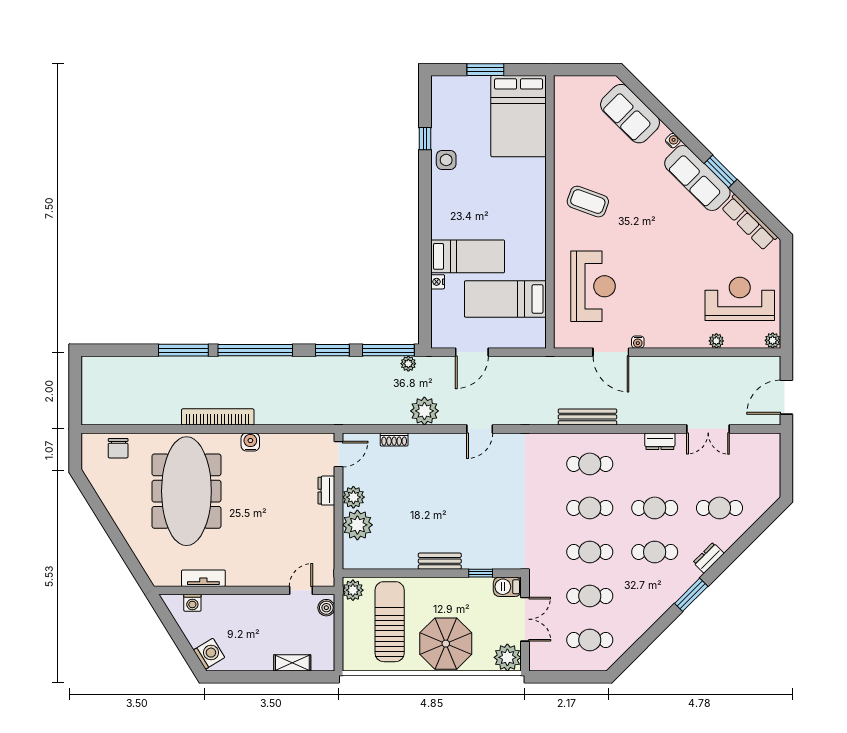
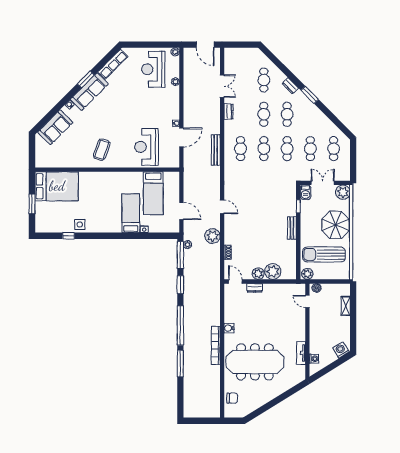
reception desk: (593, 286) -> (147, 147), turned -90

